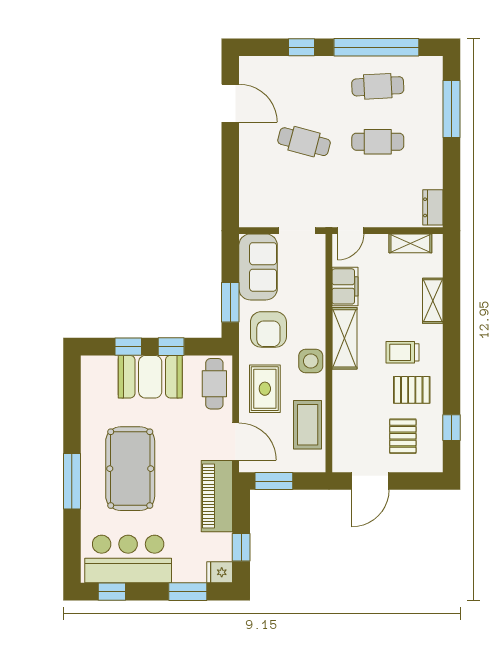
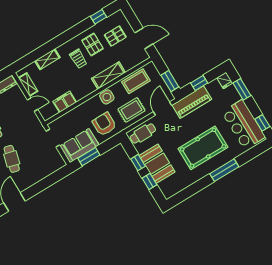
door: (351, 231) -> (32, 105), moved
window: (230, 302) -> (89, 157), moved
armchair: (268, 329) -> (104, 124), turned -90
shelving: (345, 338) -> (108, 76), moved
window: (241, 547) -> (199, 83), moved

